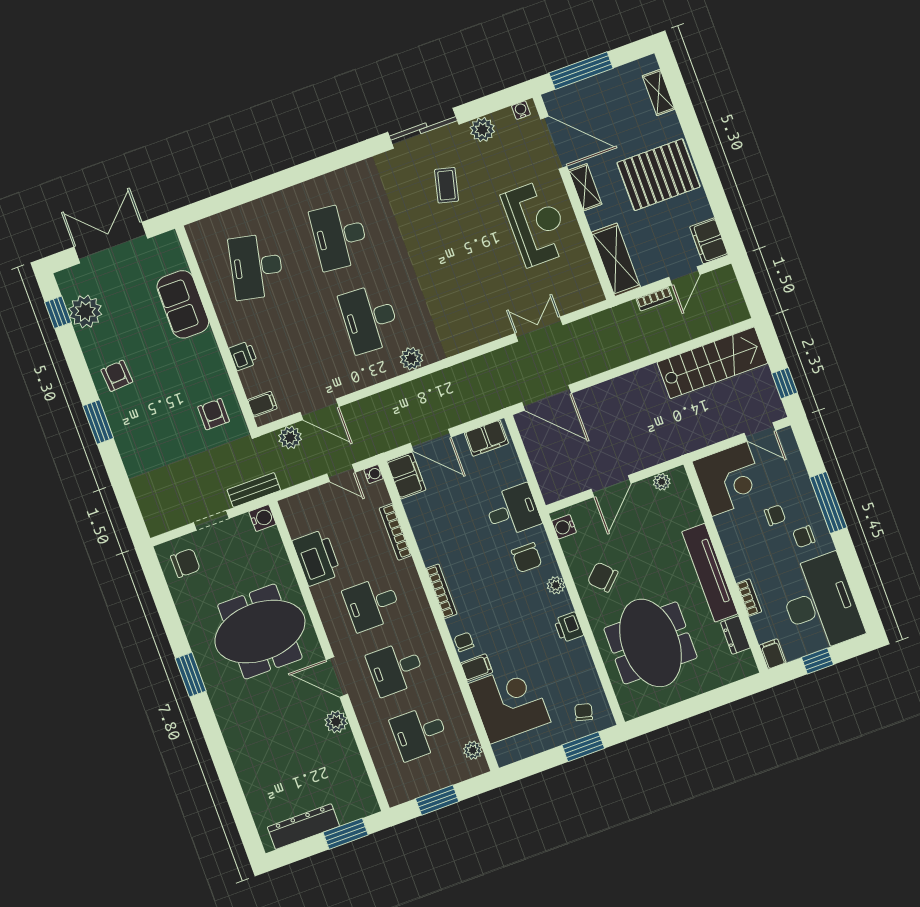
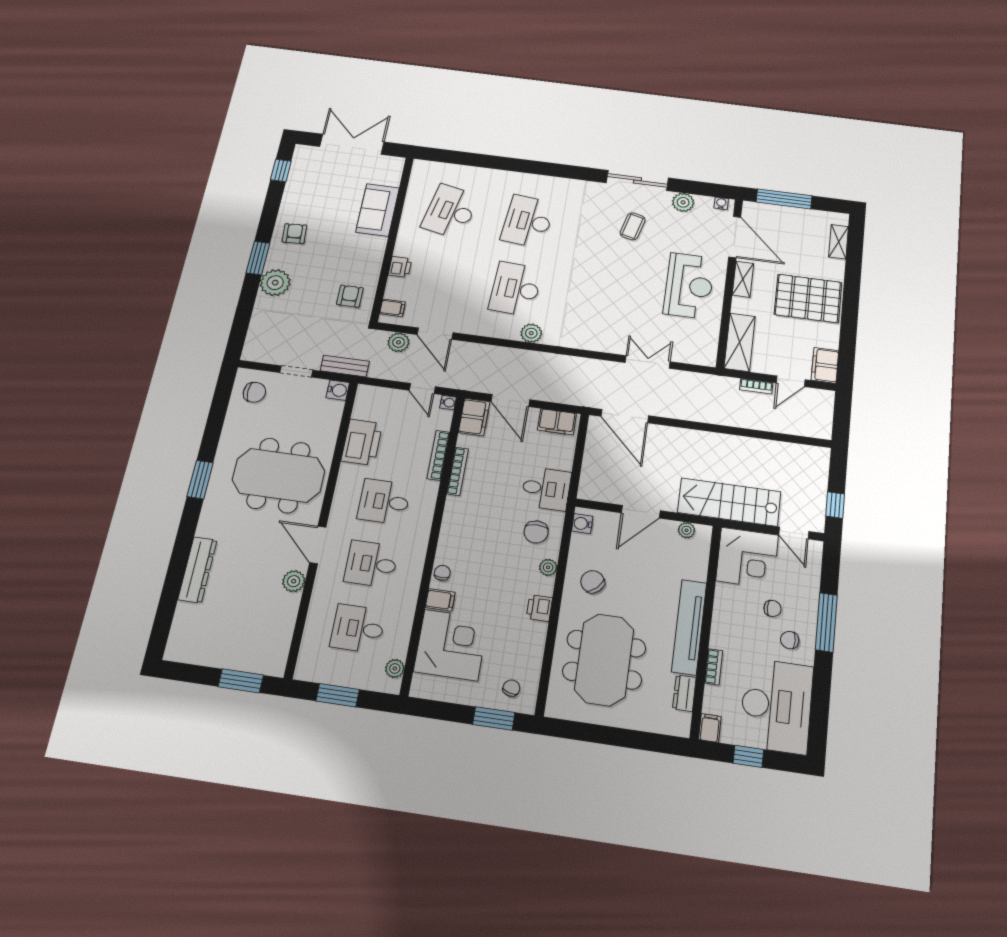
plant: (85, 311) -> (275, 283), moved
stairs: (712, 363) -> (729, 502), moved, turned 180
bookcase: (442, 591) -> (458, 471), moved
dresser: (303, 827) -> (198, 570), moved, turned 90

